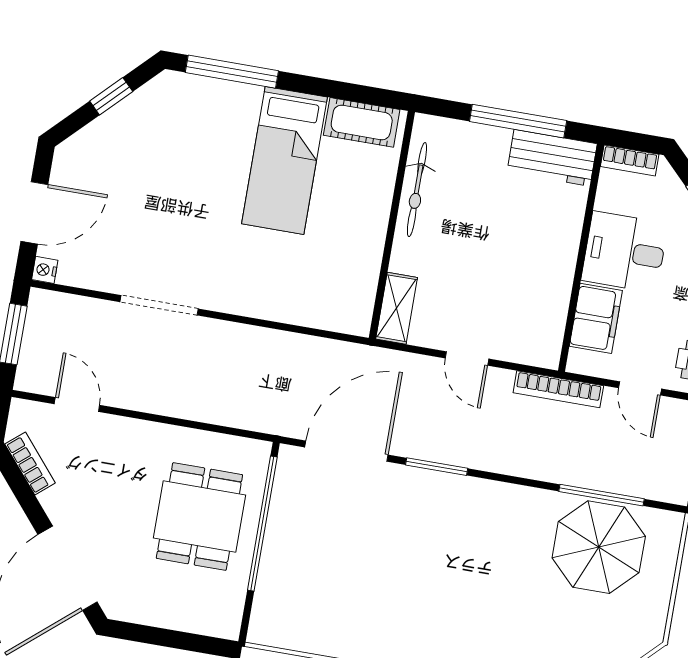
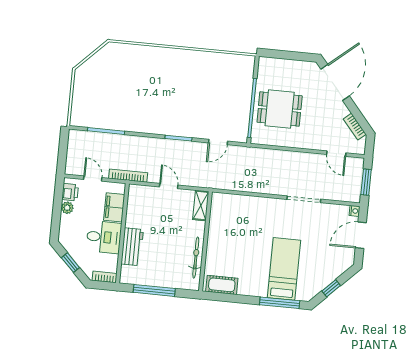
workbench: (552, 158) -> (132, 247), moved, turned 90
bed: (284, 160) -> (284, 269), moved
door: (346, 451) -> (218, 142), width x0.53
dining table: (199, 516) -> (280, 109), turned 90
parasol: (599, 547) -> (106, 108), removed

